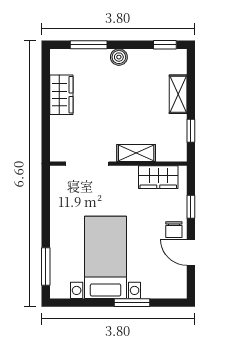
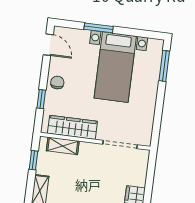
shelving: (136, 153) -> (63, 146), moved
wardrobe: (158, 177) -> (72, 127), width x1.50
door: (191, 252) -> (48, 45), moved

